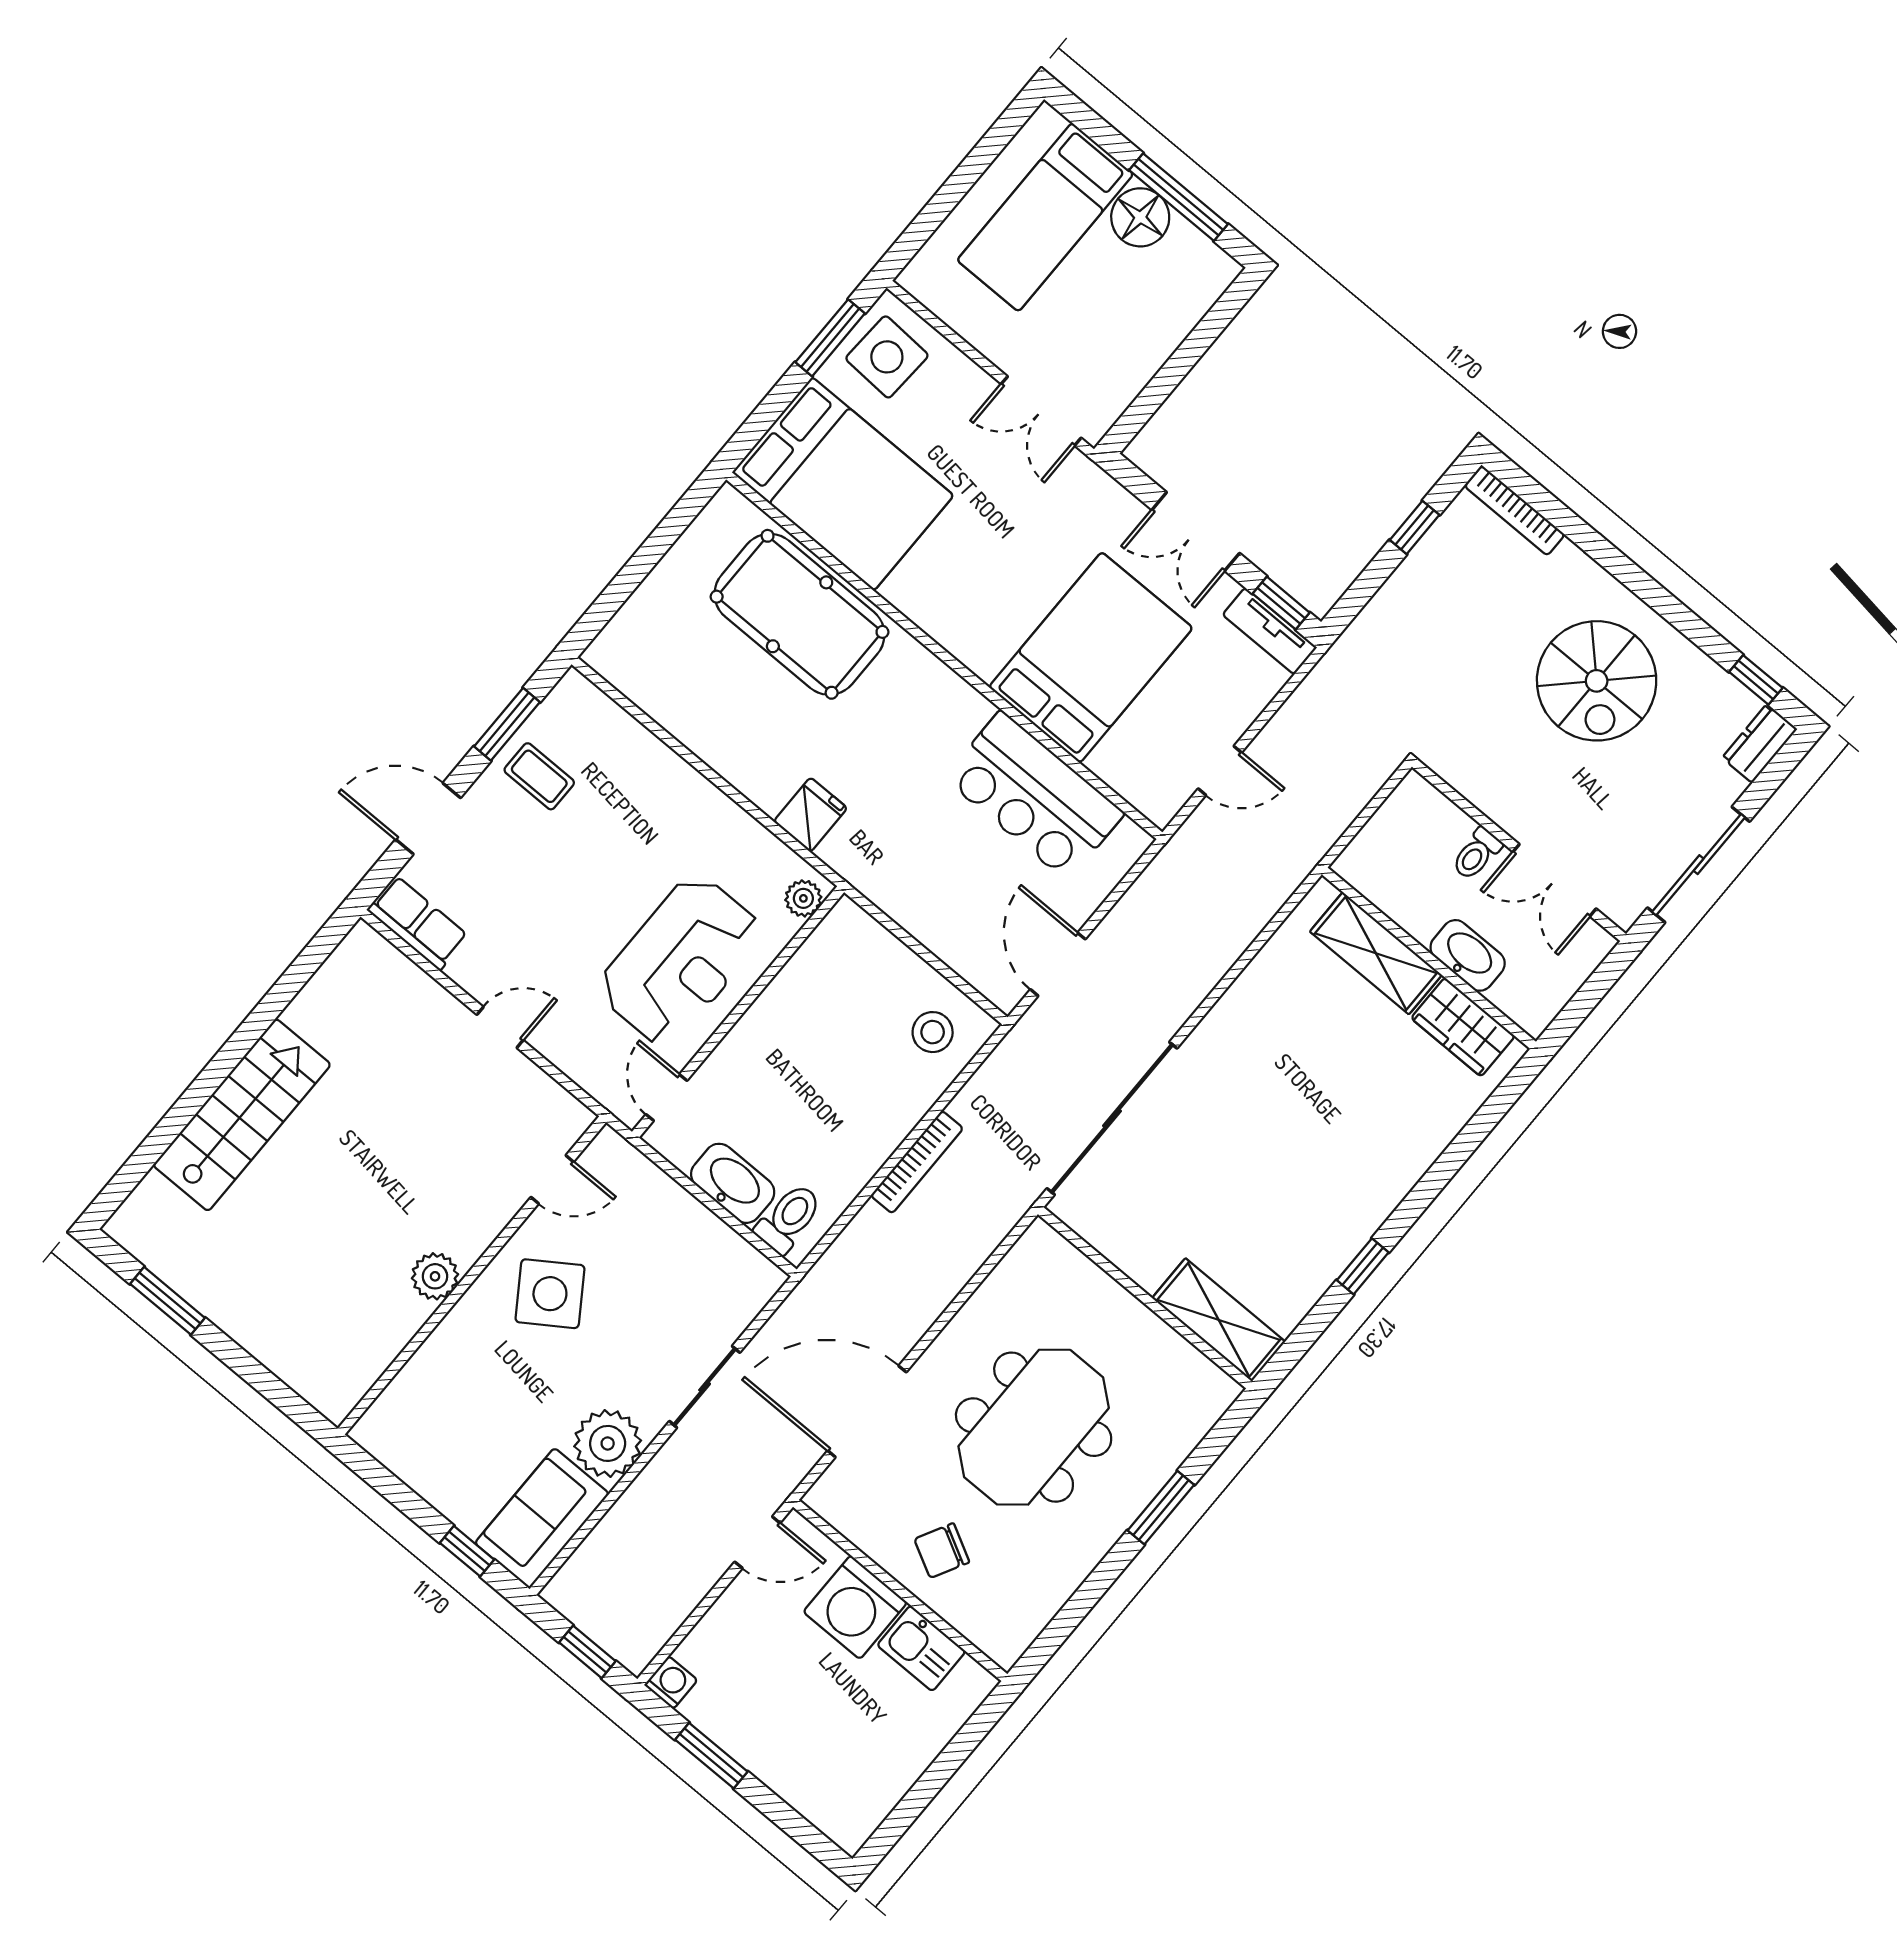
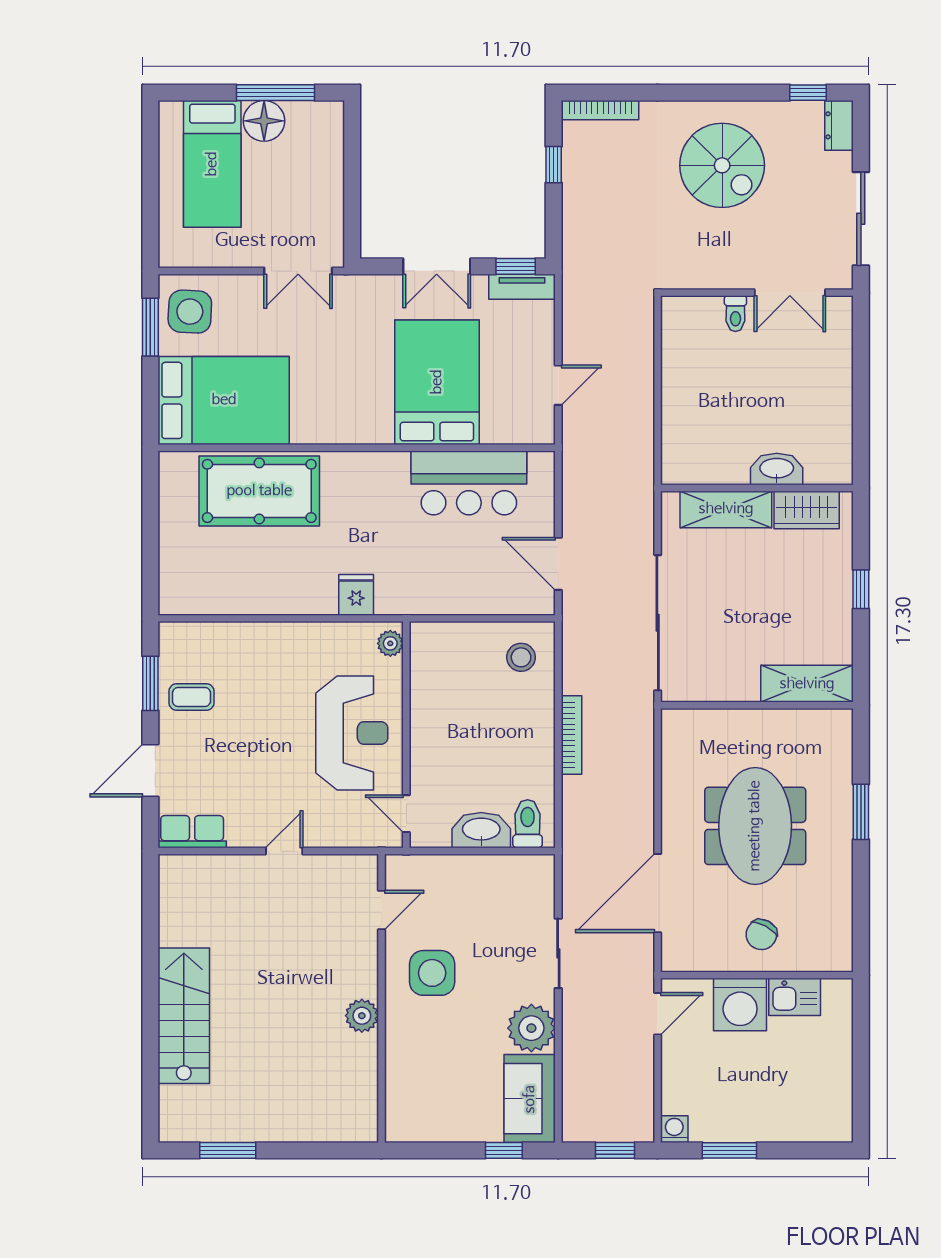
shelving: (1376, 953) -> (726, 509), moved
washbasin: (1468, 955) -> (777, 469), moved
wall: (1429, 958) -> (757, 488), moved
wardrobe: (1463, 1027) -> (807, 510), moved
side table: (550, 1294) -> (432, 973), turned 34

